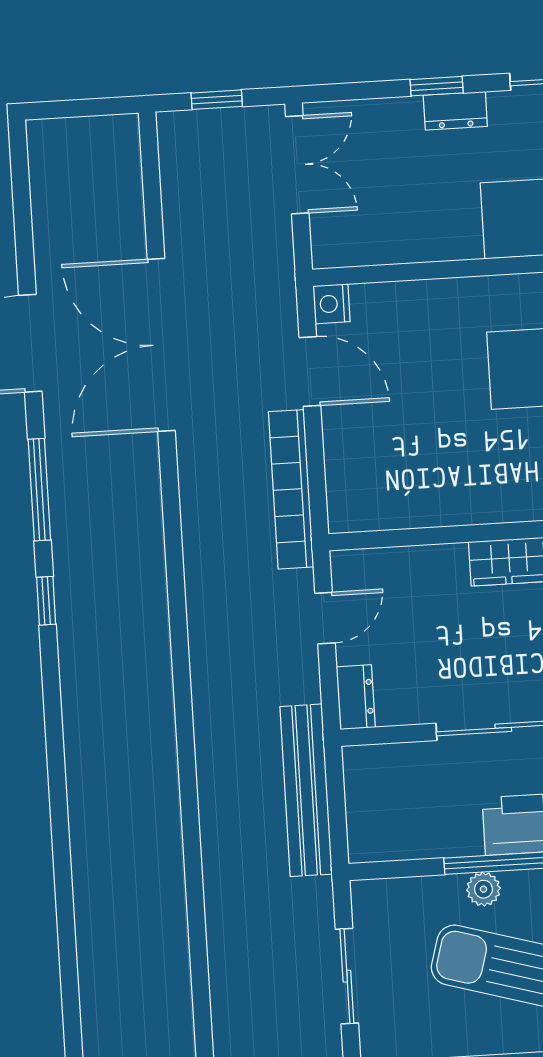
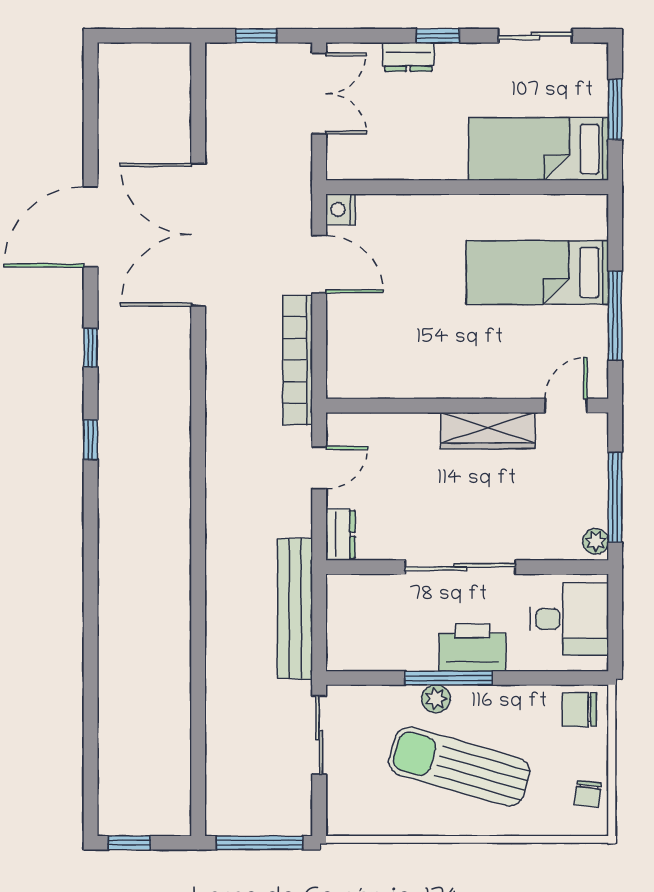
dresser: (455, 111) -> (408, 57), moved
window: (39, 490) -> (91, 348), width x0.46
sliding door: (347, 976) -> (319, 735), moved

